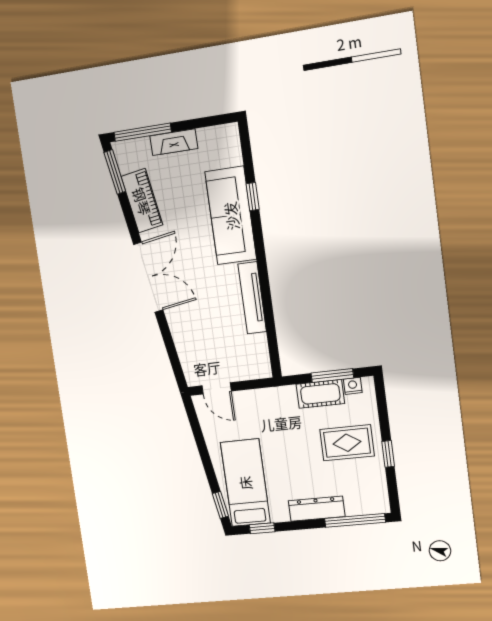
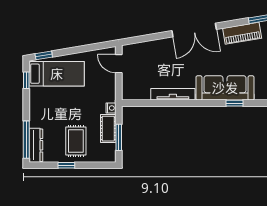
nightstand: (353, 386) -> (111, 108), moved
door: (217, 388) -> (119, 64), hinge flipped
dresser: (317, 509) -> (36, 145), moved

